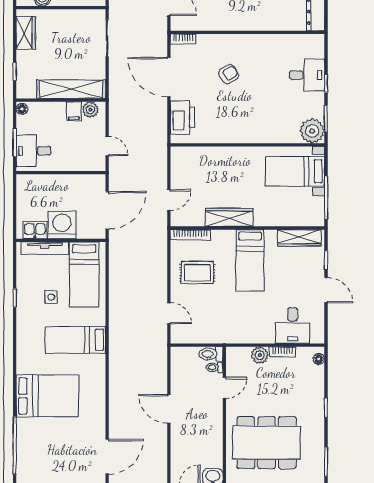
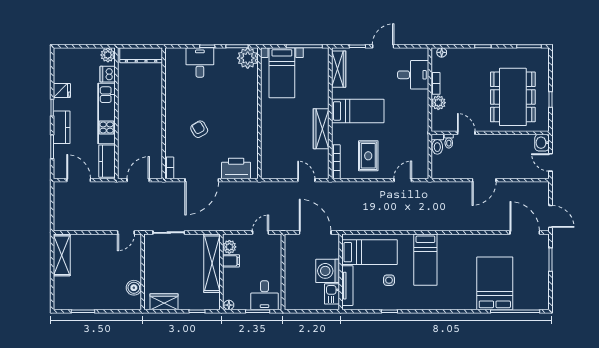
bed: (47, 396) -> (495, 283), moved

